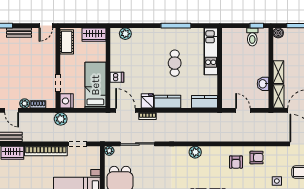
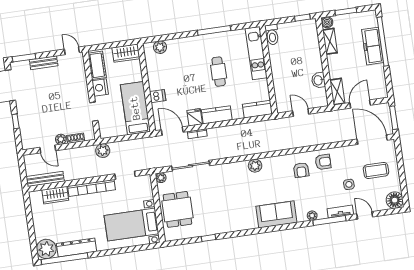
door: (46, 26) -> (72, 51), swing flipped
toilet: (252, 37) -> (272, 35), moved
shelving: (278, 72) -> (330, 41), moved
nightstand: (67, 101) -> (100, 88), moved

